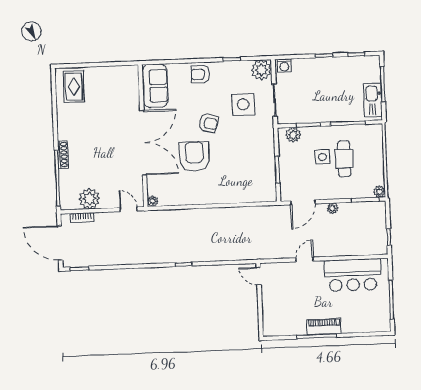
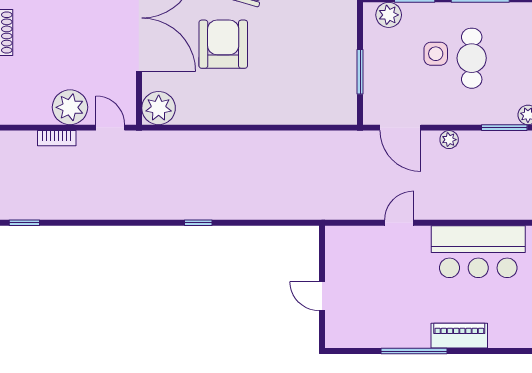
plant: (89, 199) -> (70, 107), moved
plant: (153, 201) -> (159, 108), width x1.88, depth x1.88
door: (303, 202) -> (400, 128), hinge flipped
bookcase: (82, 218) -> (57, 138), moved
door: (259, 276) -> (322, 296), moved
piano: (324, 327) -> (459, 336), moved

